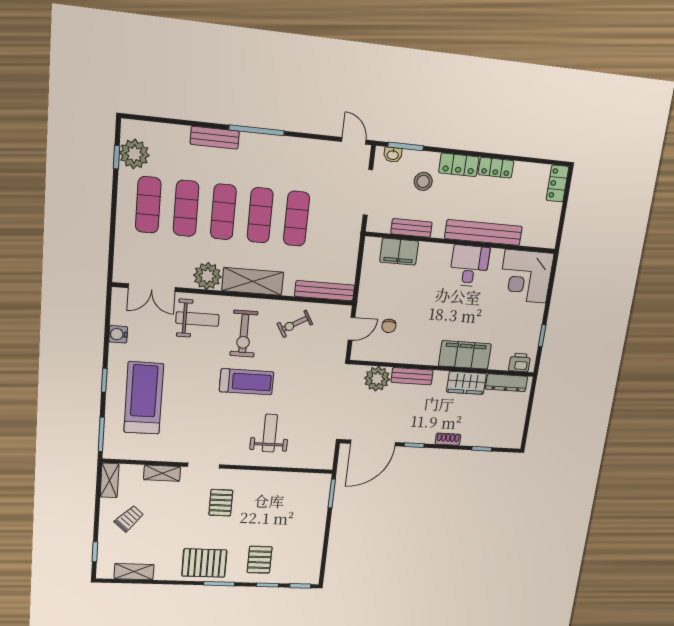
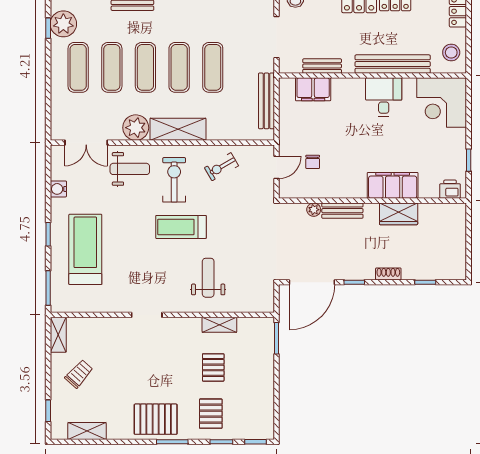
stool: (423, 181) -> (451, 52), moved
bench: (325, 291) -> (266, 101), moved, turned 90
exercise bike: (244, 334) -> (174, 180), turned 180
plant: (377, 379) -> (314, 210), width x0.53, depth x0.53
treadmill: (247, 382) -> (181, 227), turned 180
dresser: (506, 383) -> (440, 211), removed
shelving: (162, 473) -> (219, 325), moved
pallet: (221, 503) -> (213, 367), moved

